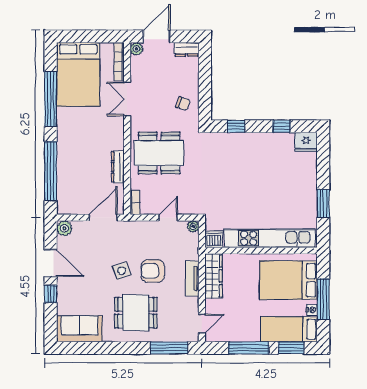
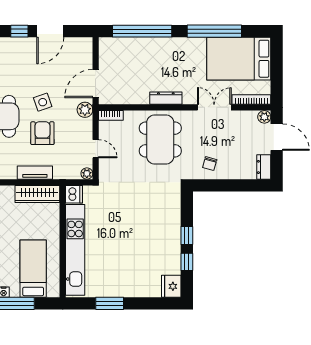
window: (236, 126) -> (187, 235), moved
dresser: (118, 167) -> (166, 98), moved
door: (103, 218) -> (96, 84), swing flipped
plant: (64, 228) -> (85, 110), moved
bed: (288, 280) -> (33, 269), width x0.67

